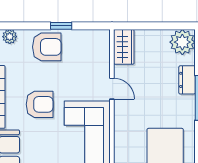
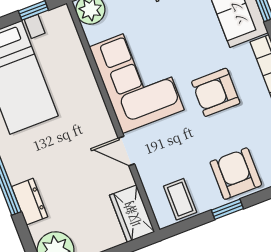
coffee table: (89, 44) -> (180, 199), added
armchair: (47, 47) -> (236, 174), turned 90

